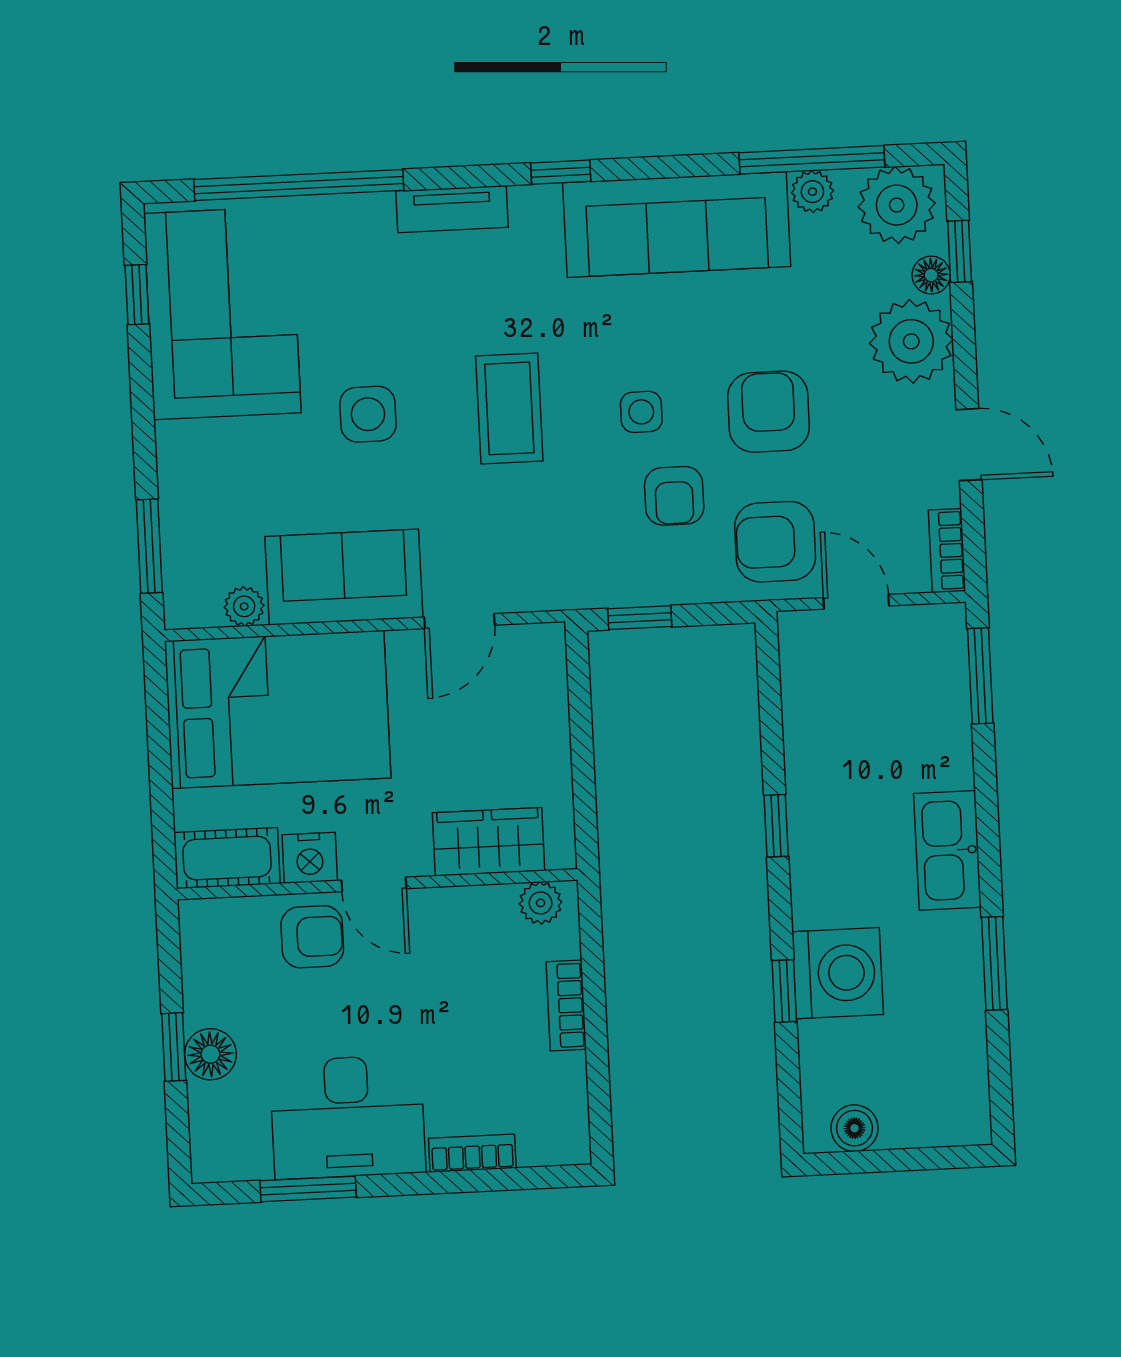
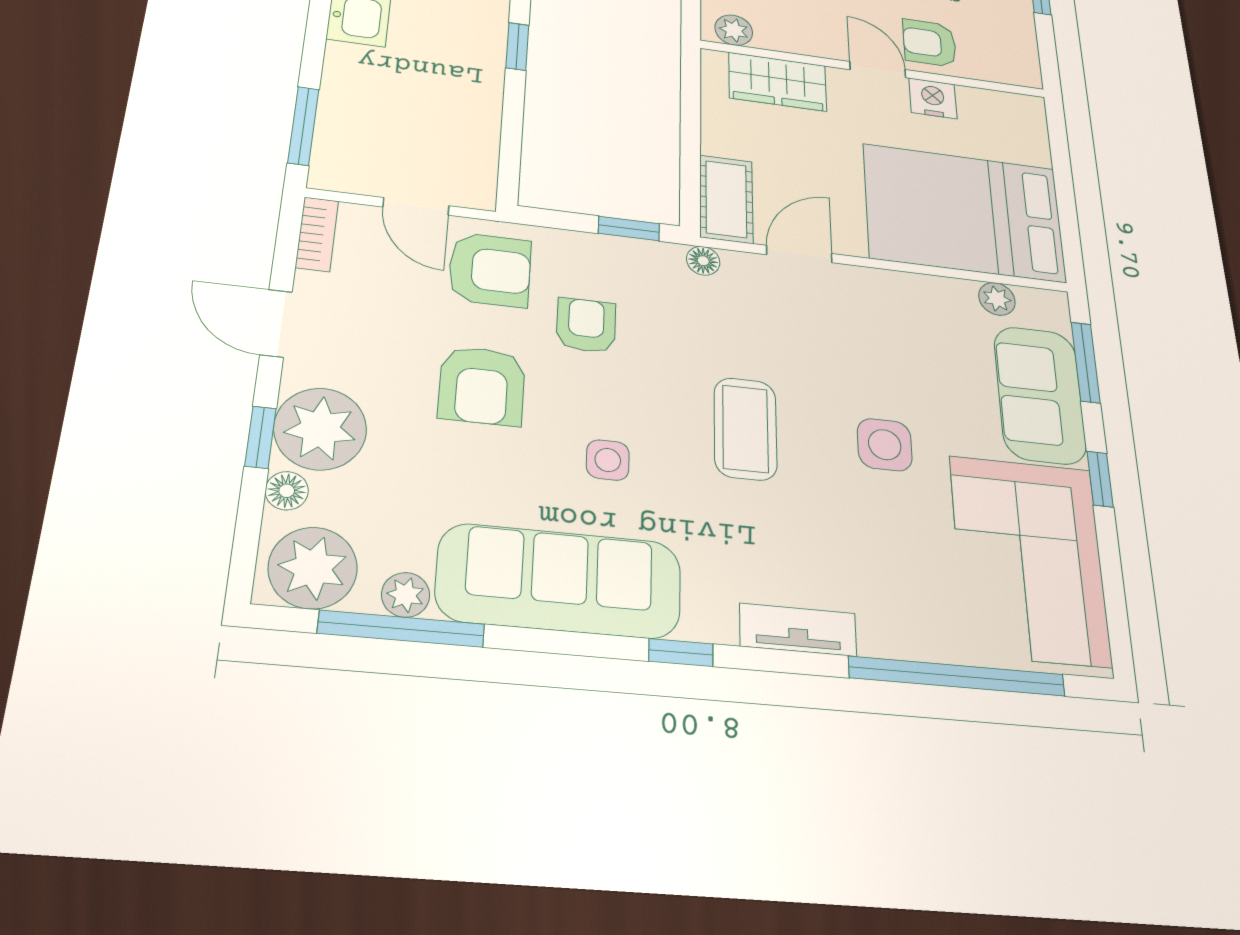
window: (960, 251) -> (260, 437), moved
window: (137, 295) -> (1100, 479), moved
side table: (641, 412) -> (608, 460), moved
sofa: (344, 577) -> (1040, 395), moved, turned 90
floor lamp: (560, 594) -> (703, 261), added
cot: (227, 858) -> (726, 199), moved, turned 90

